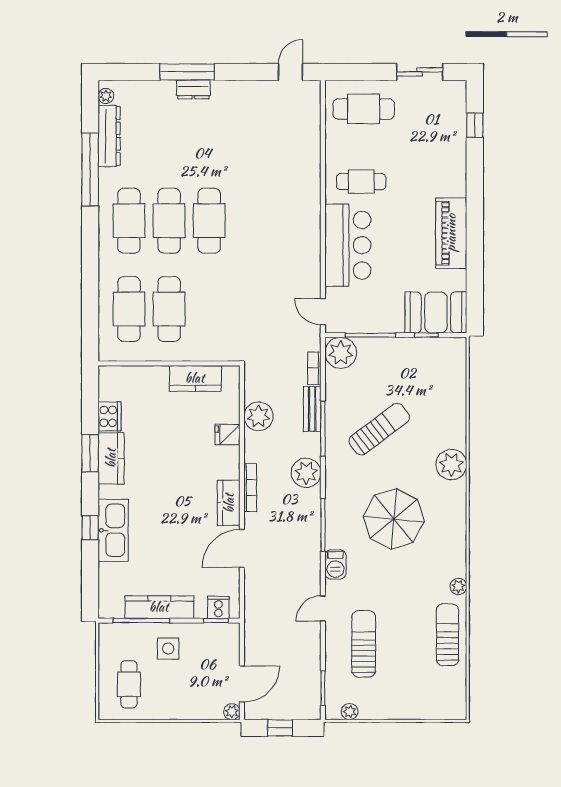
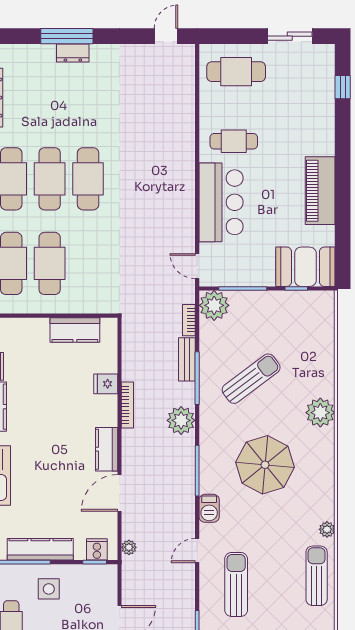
plant: (259, 416) -> (129, 547), moved, width x0.53, depth x0.53
bookcase: (250, 488) -> (127, 405), moved

